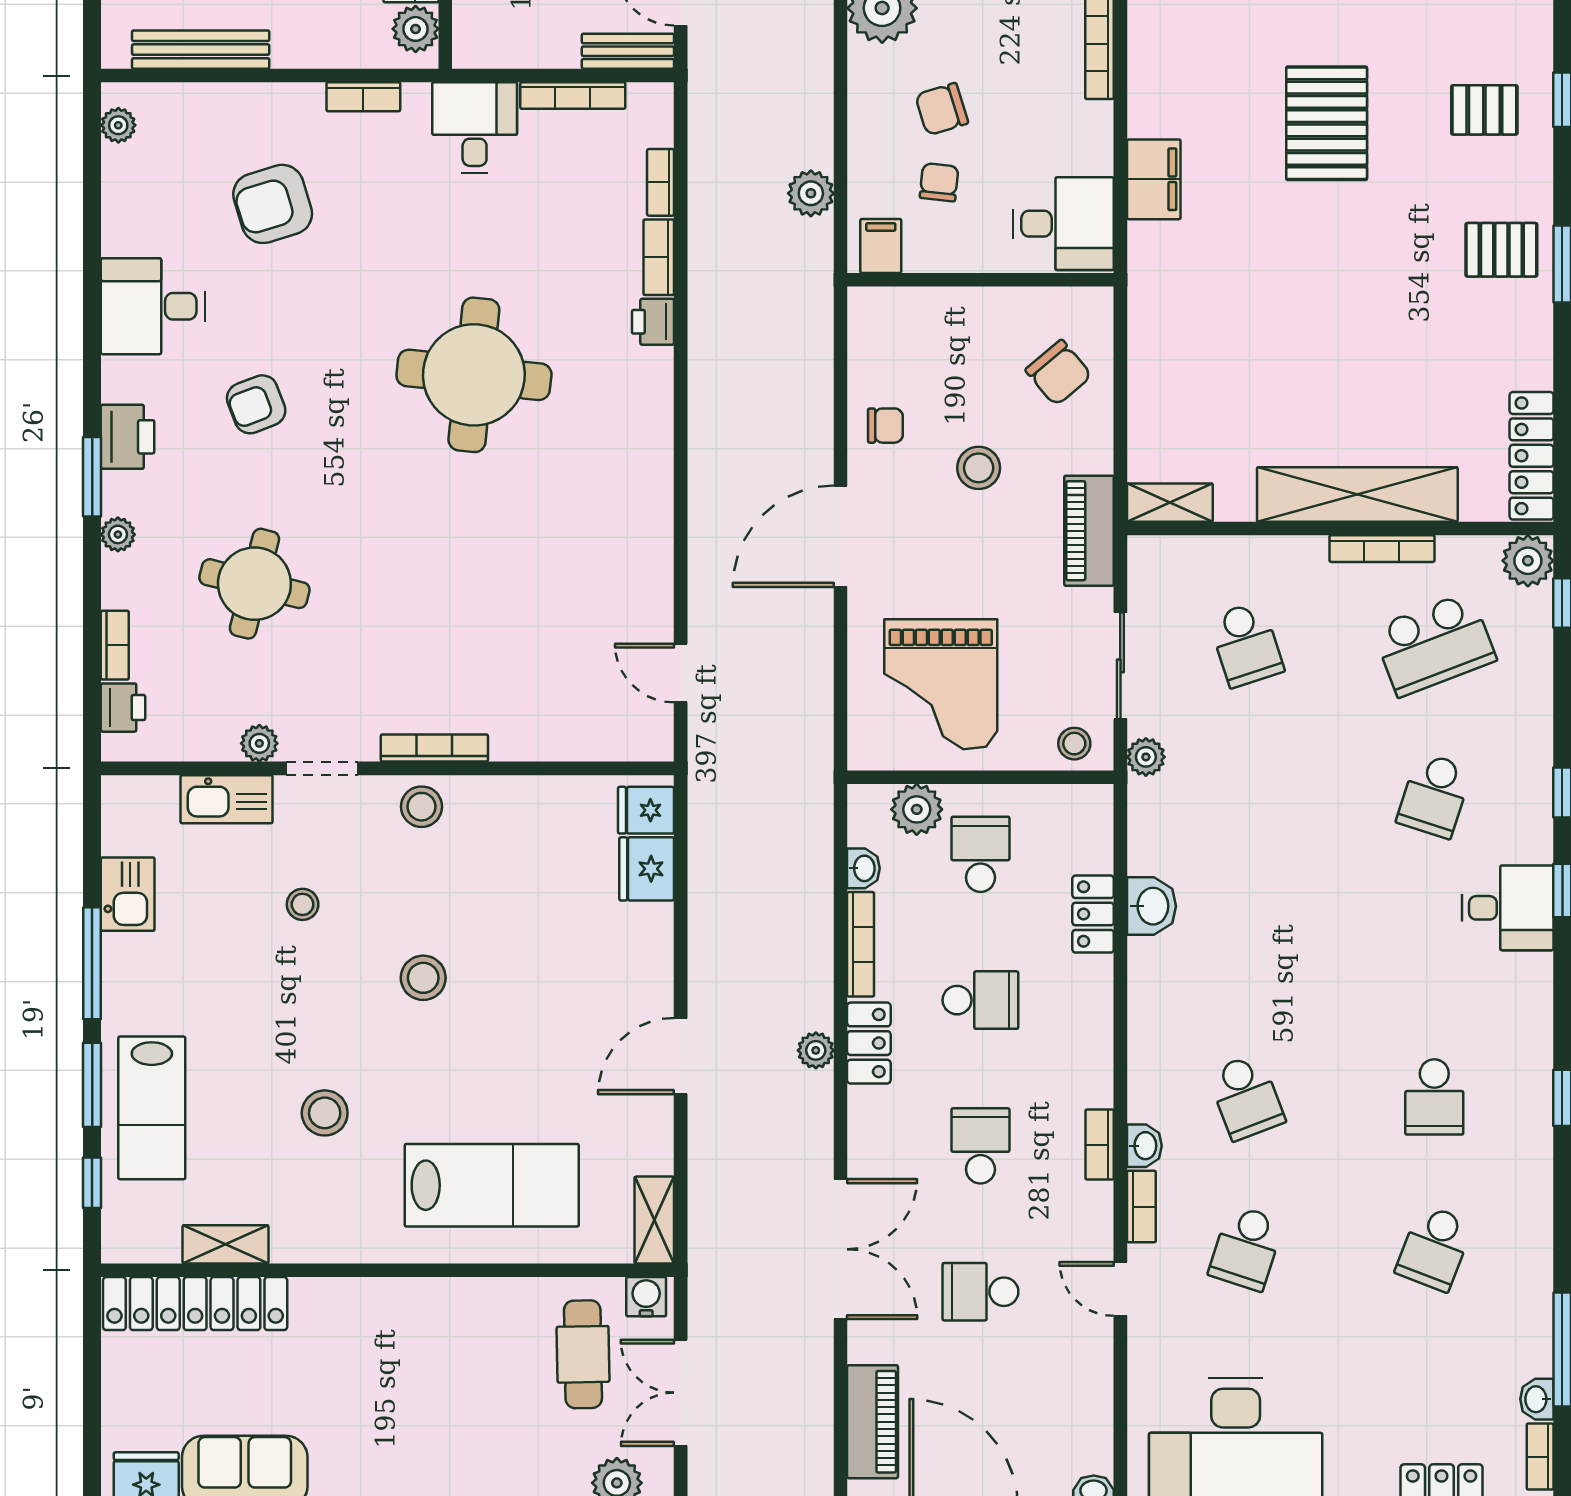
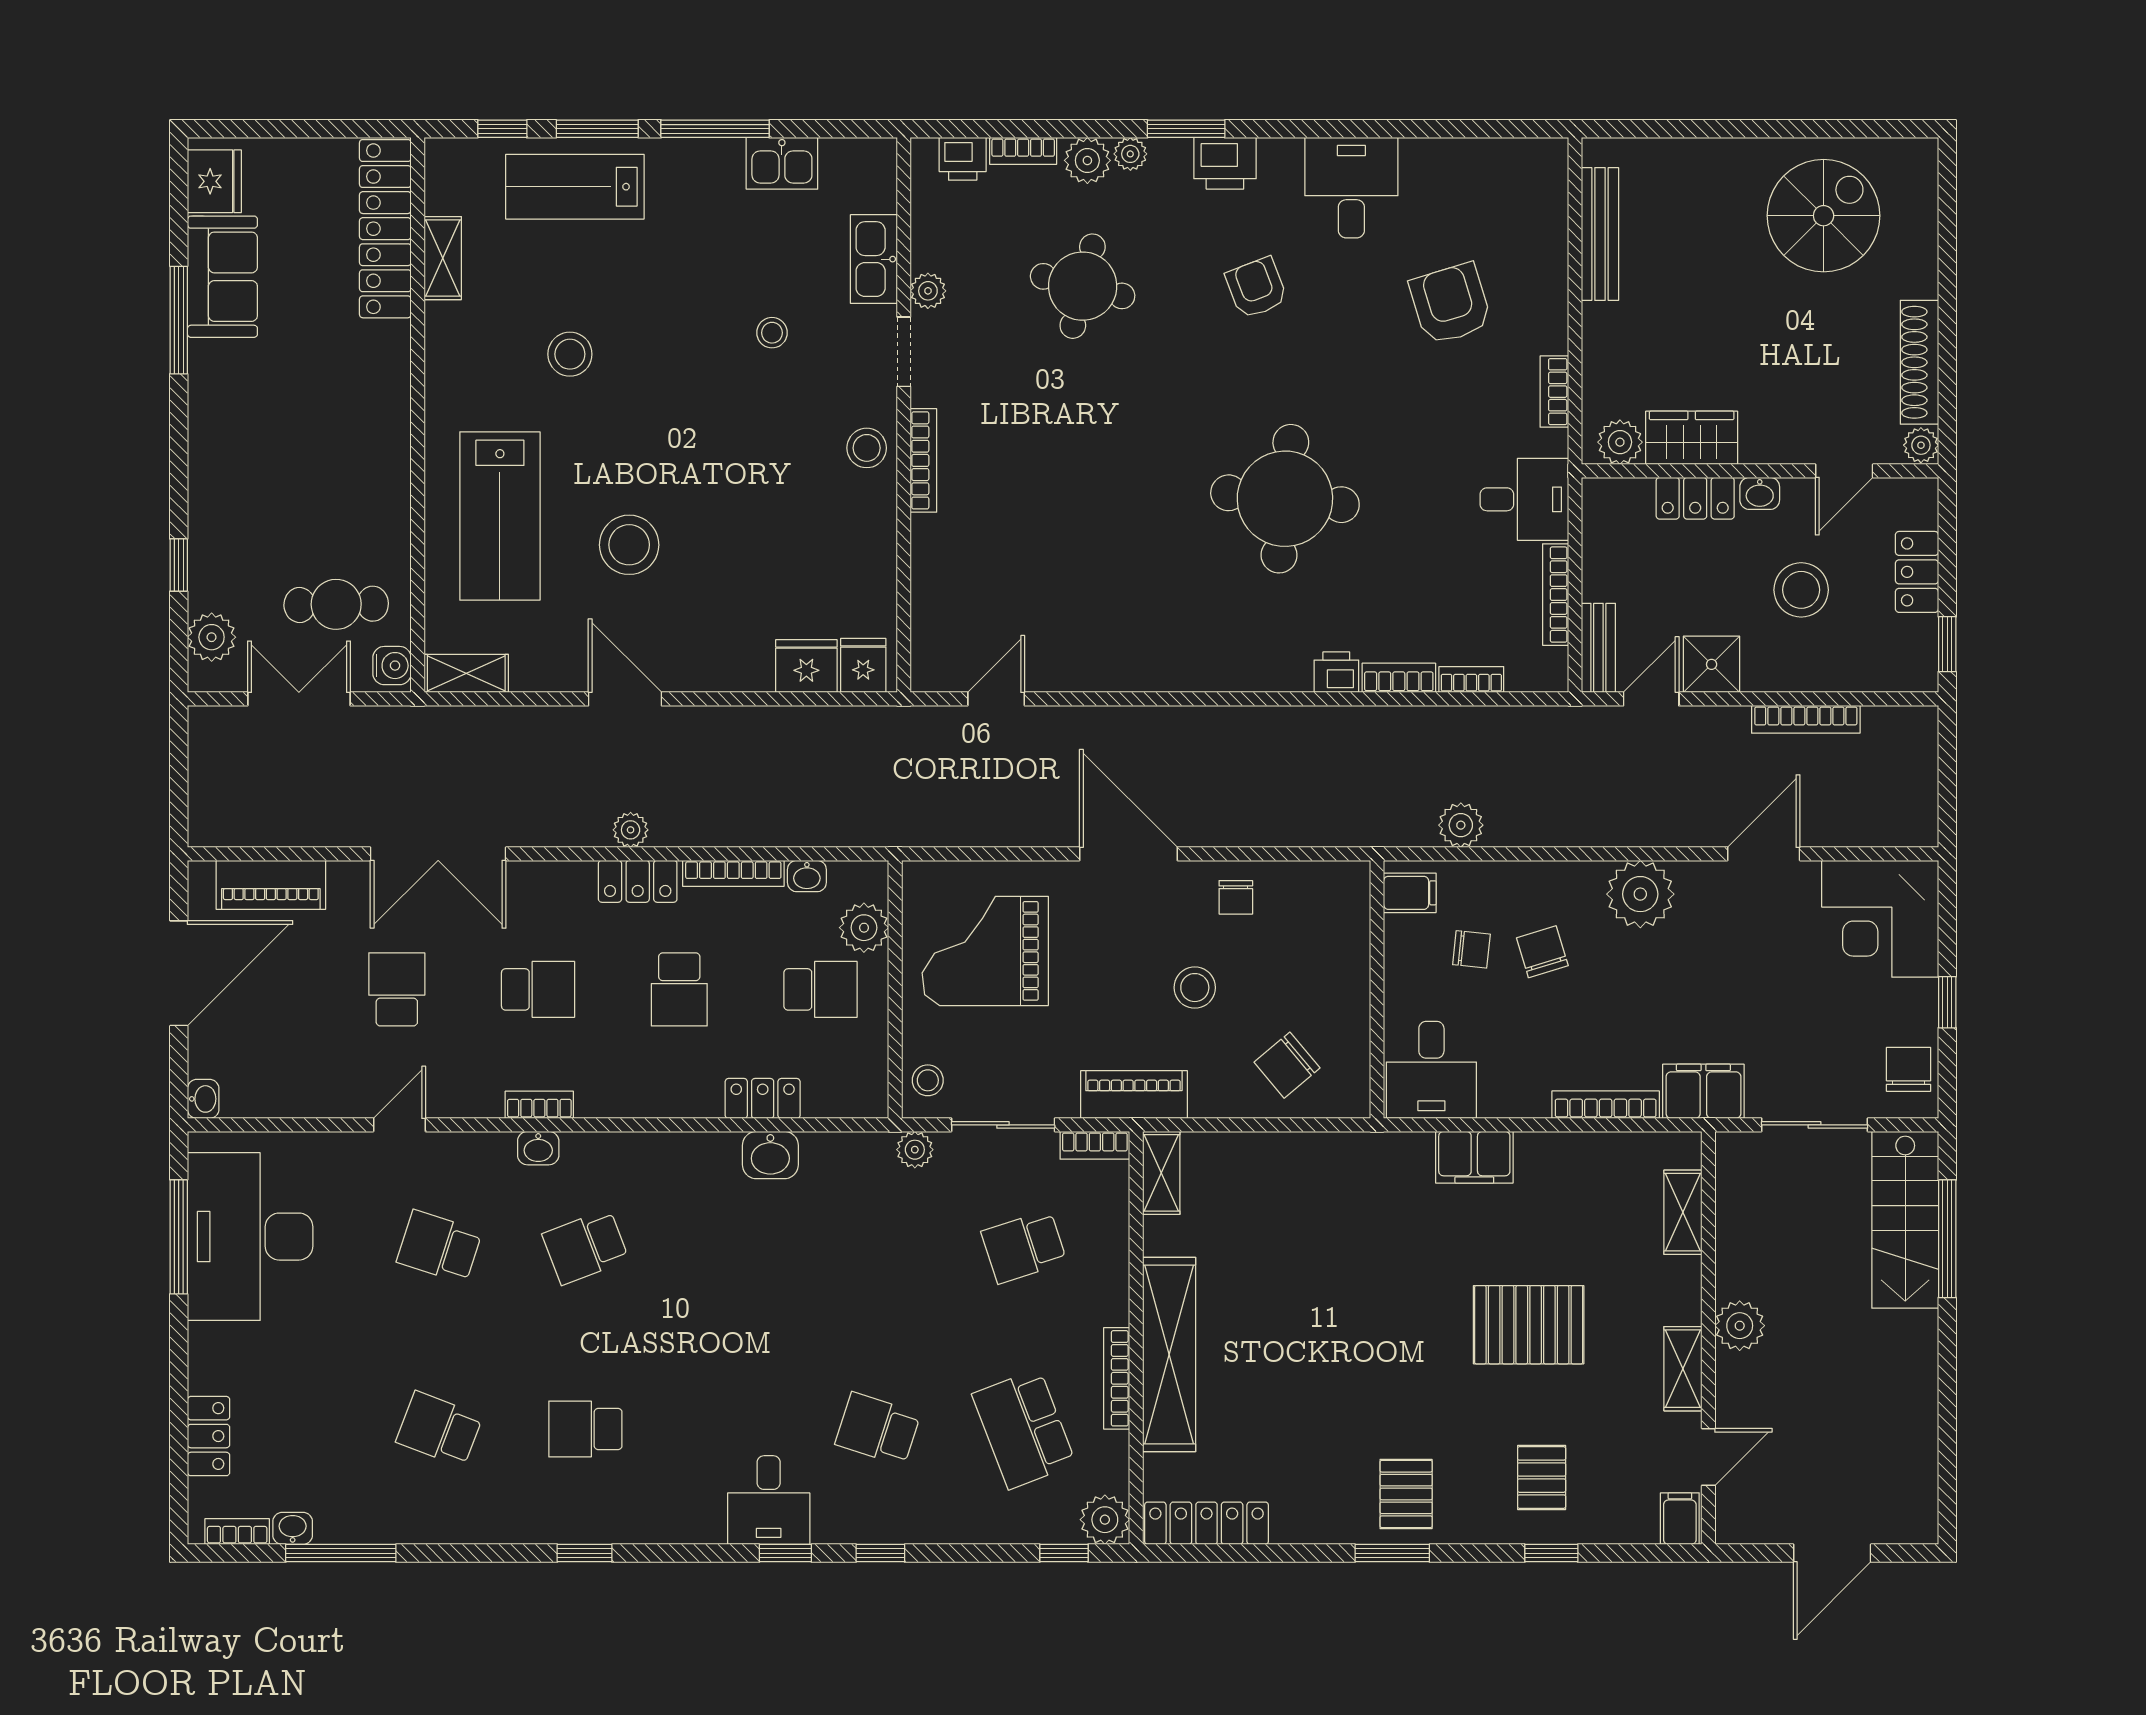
plant: (118, 125) -> (1087, 160), moved, width x1.38, depth x1.38
stool: (423, 978) -> (629, 545), moved, width x1.38, depth x1.38
bookcase: (1141, 1207) -> (1095, 1145), moved

